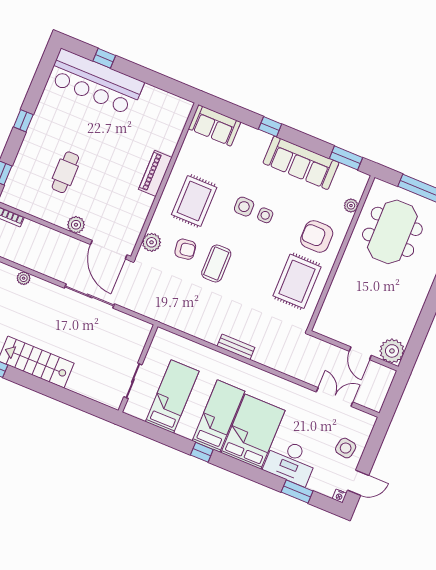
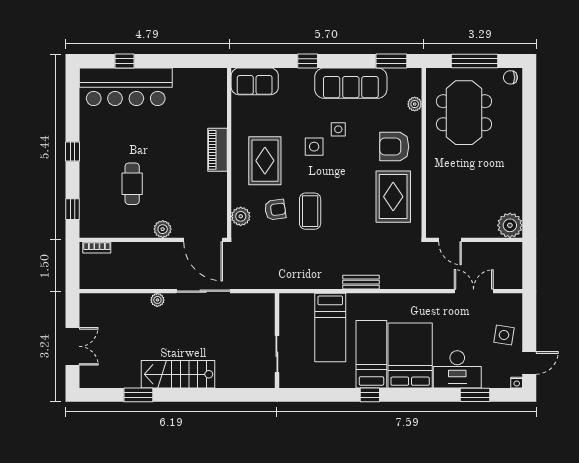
side table: (265, 215) -> (338, 129), moved
plant: (24, 278) -> (157, 300), moved
door: (360, 353) -> (450, 240), moved
bed: (172, 396) -> (330, 328), moved, turned 180

